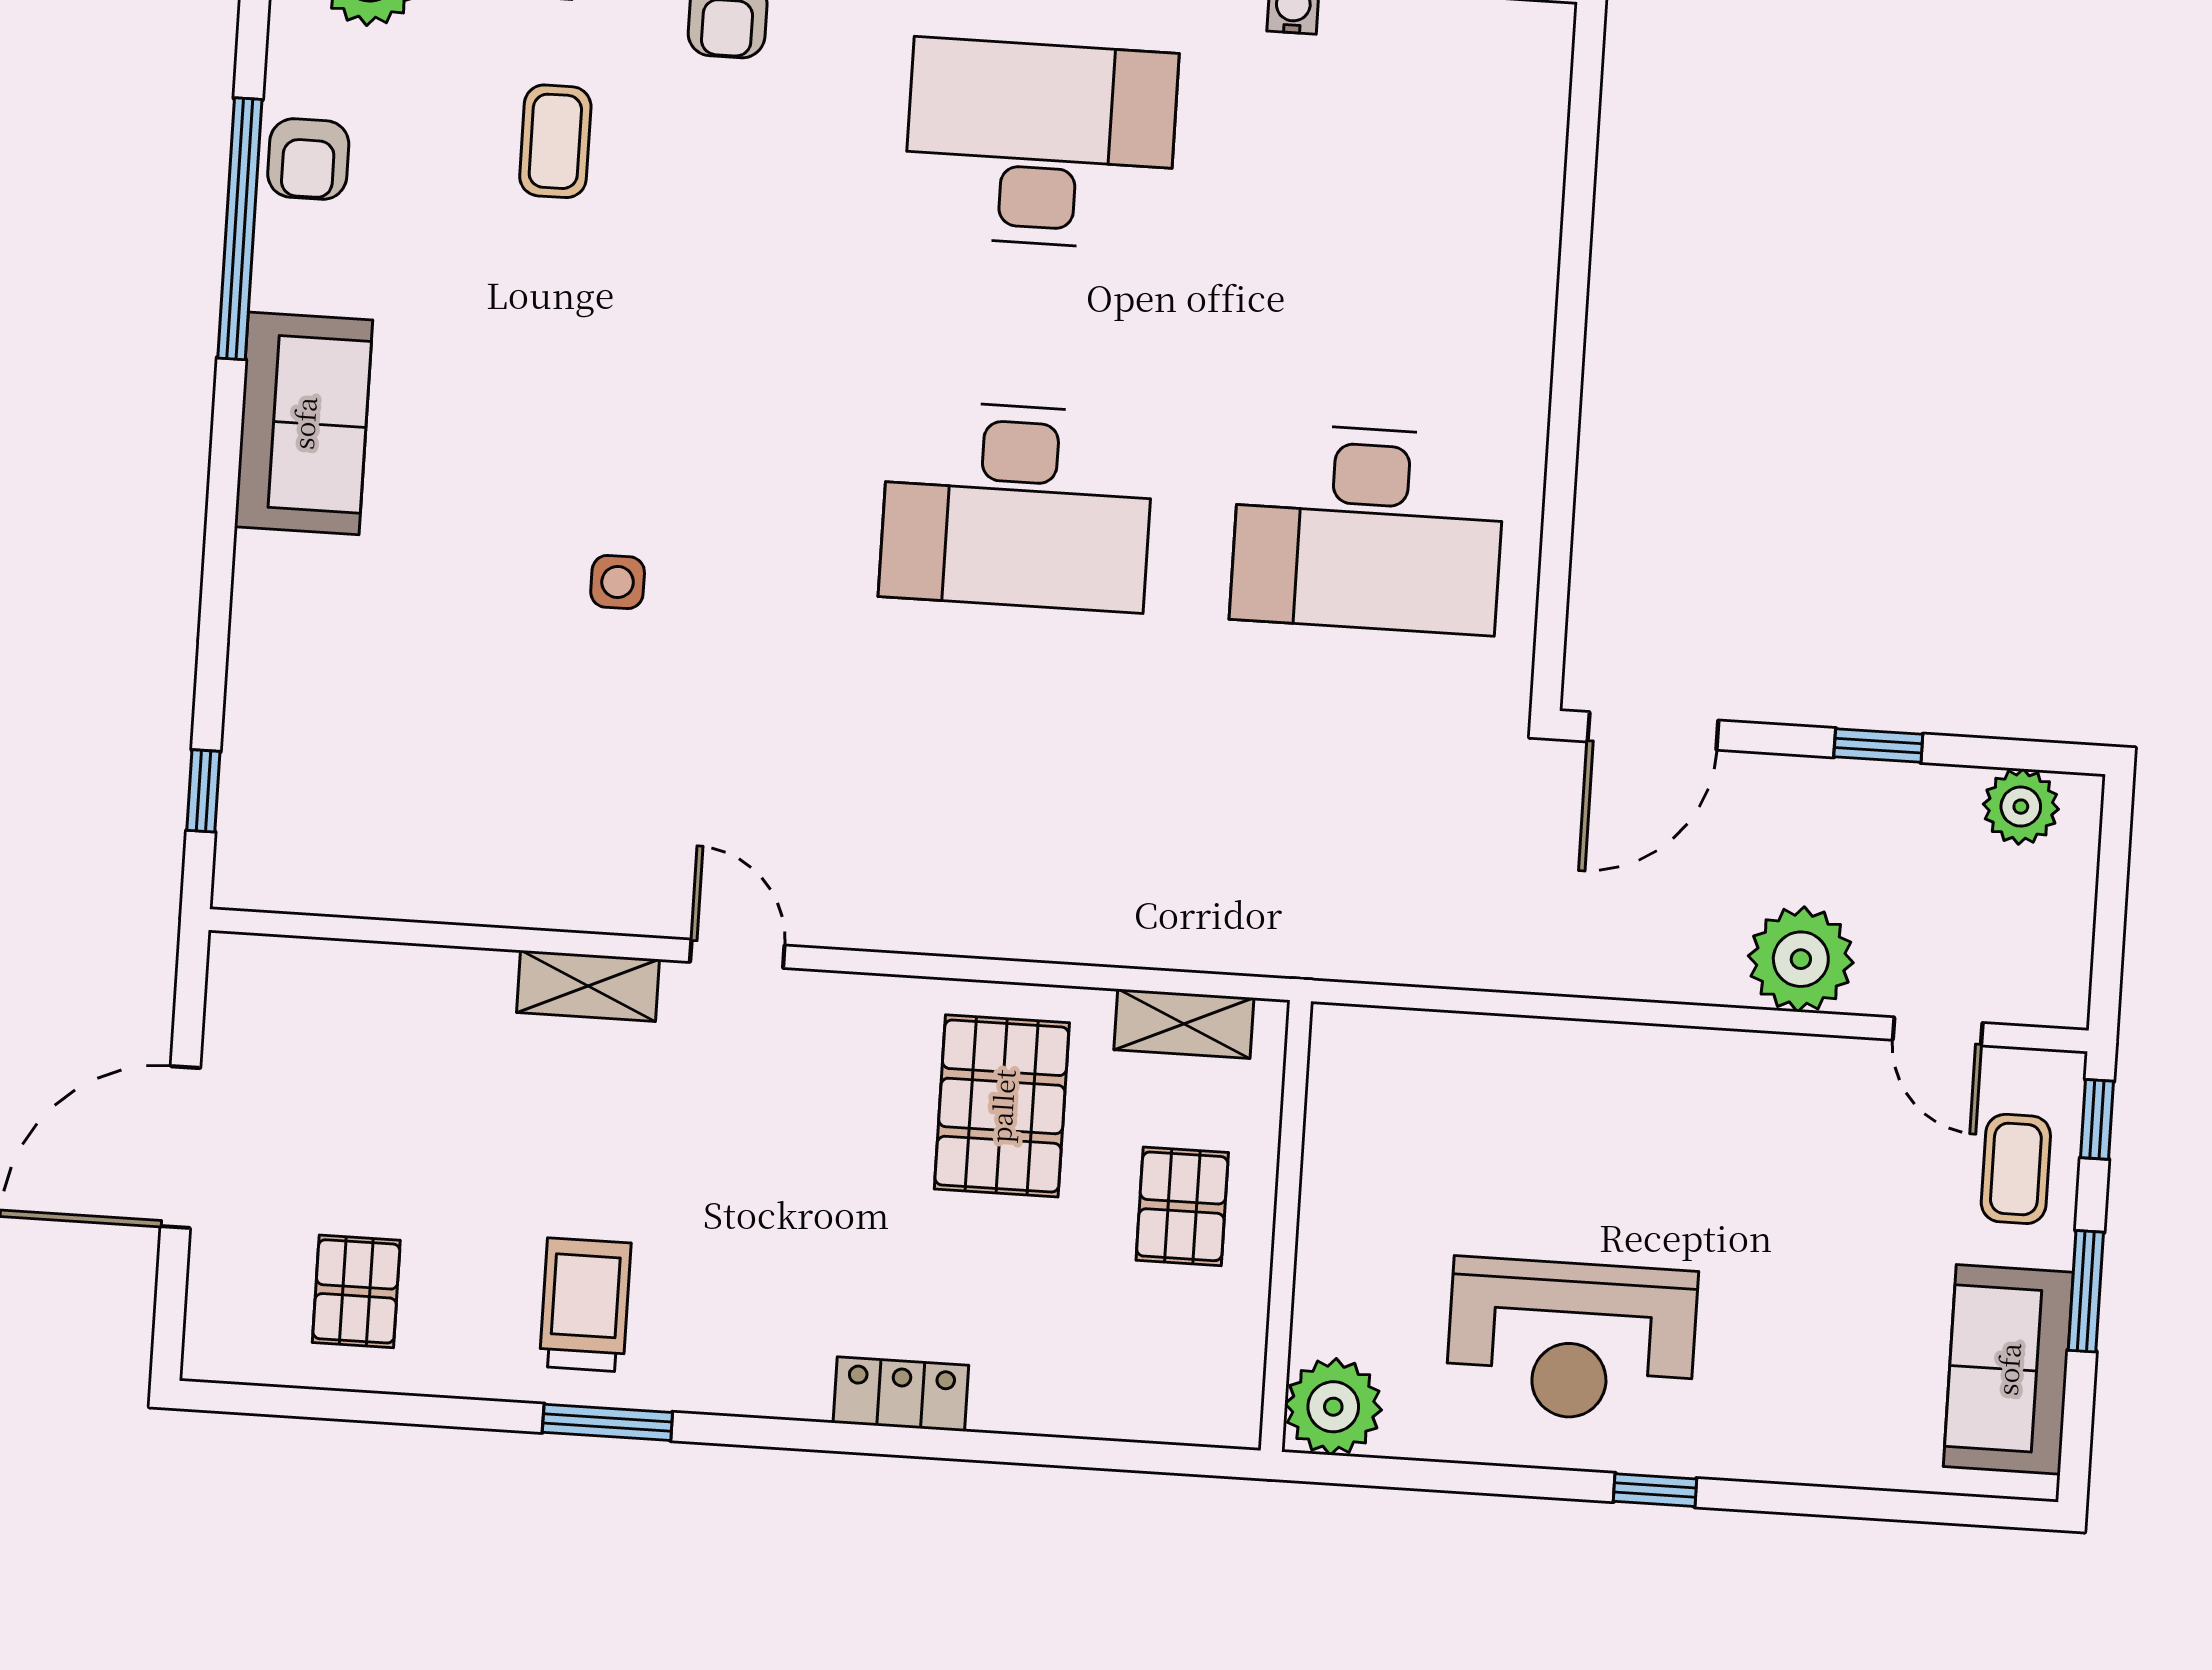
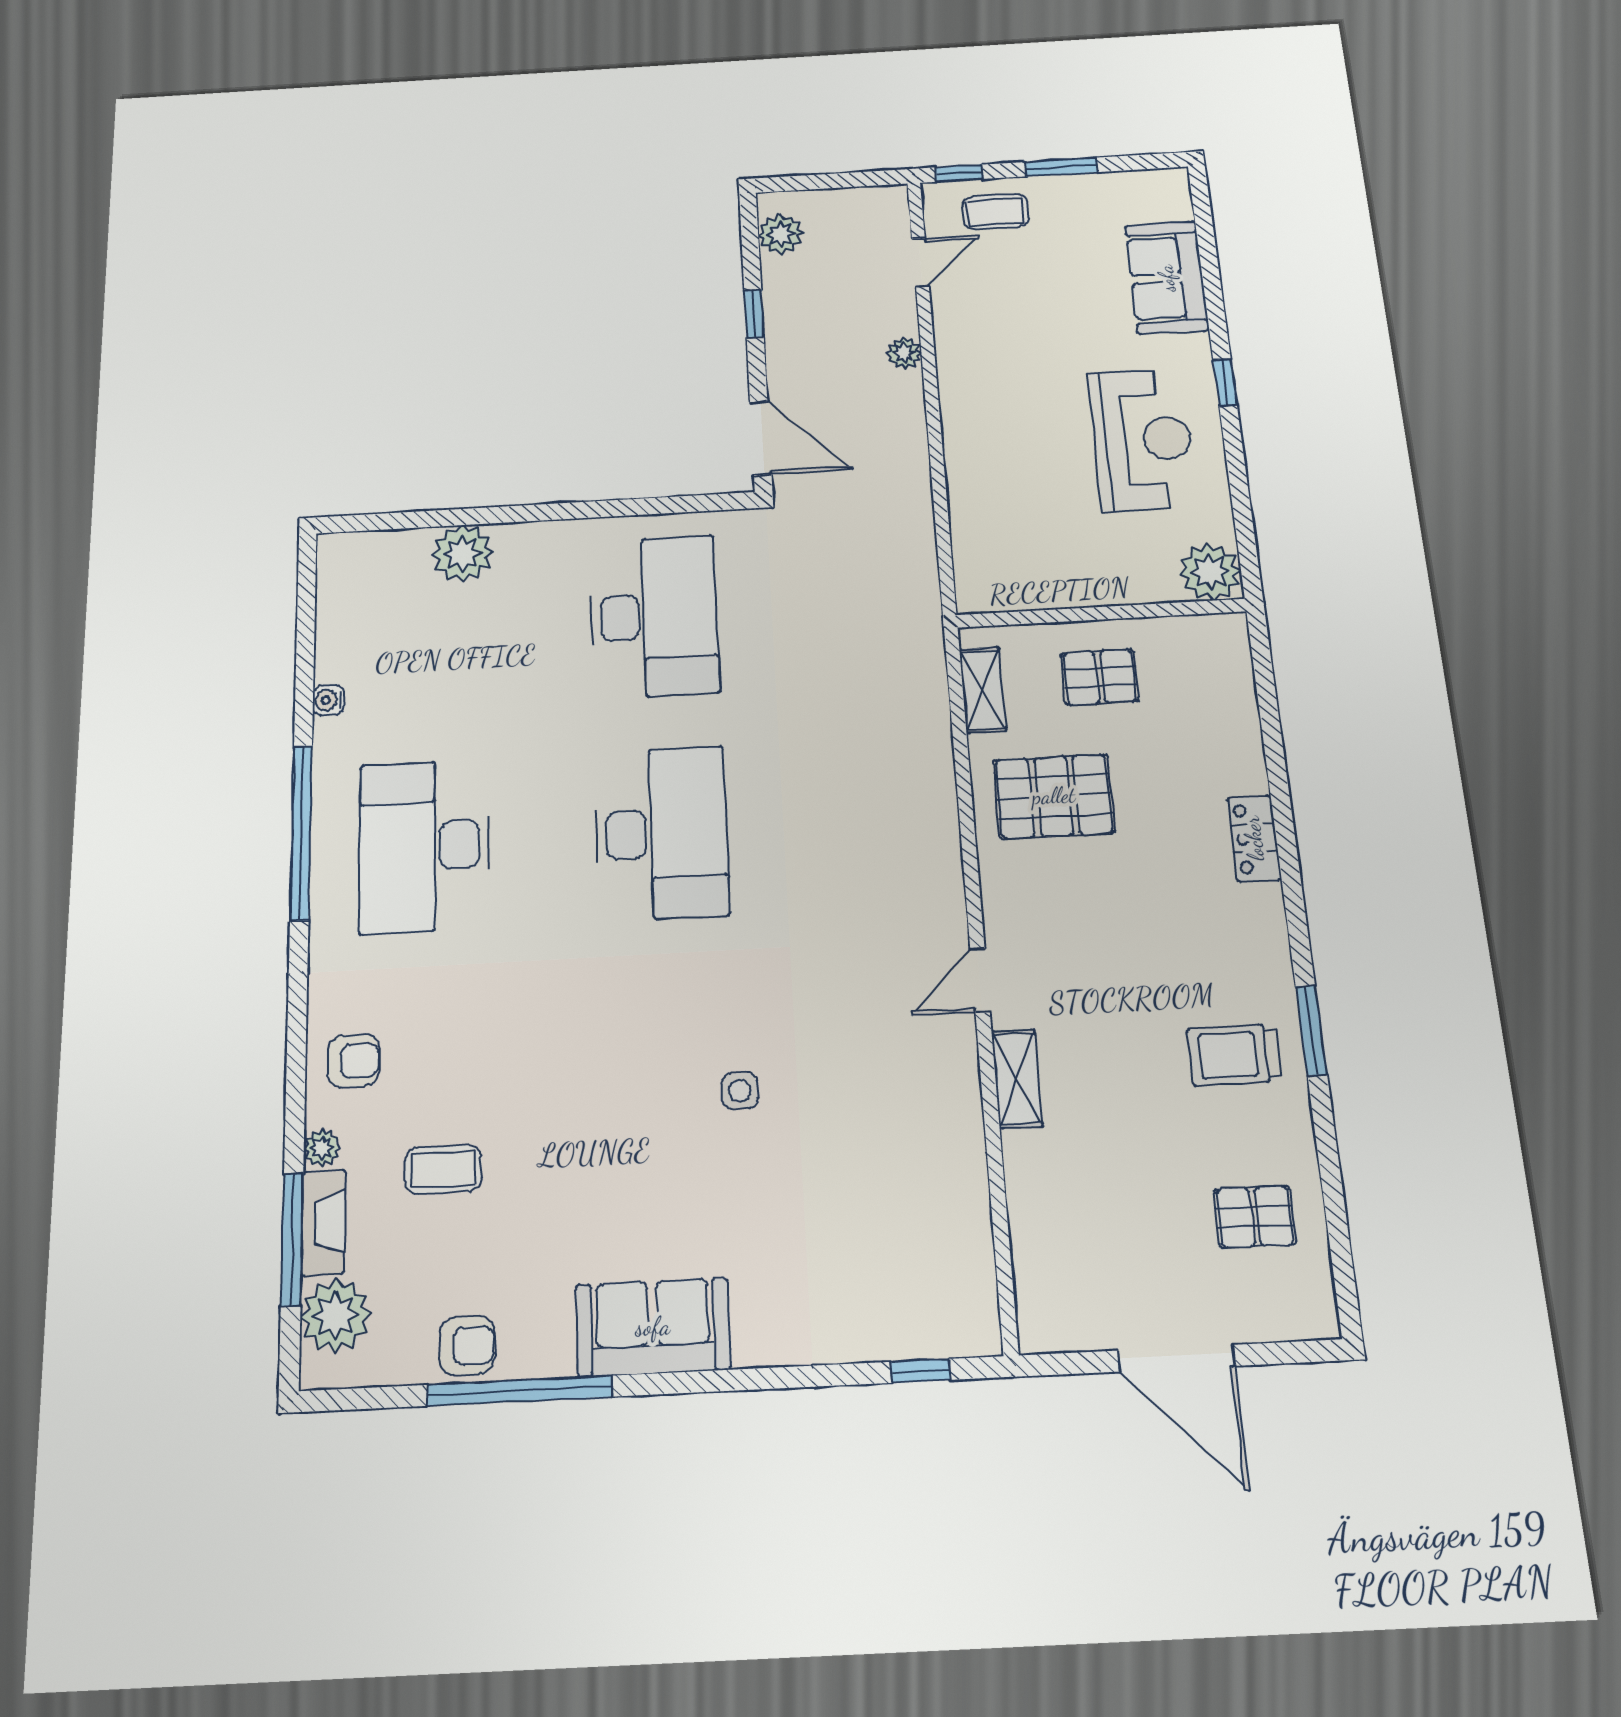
plant: (1513, 234) -> (462, 553), added
plant: (1801, 959) -> (904, 353), width x0.53, depth x0.53
sofa: (2008, 1369) -> (1167, 278), moved, turned 90

